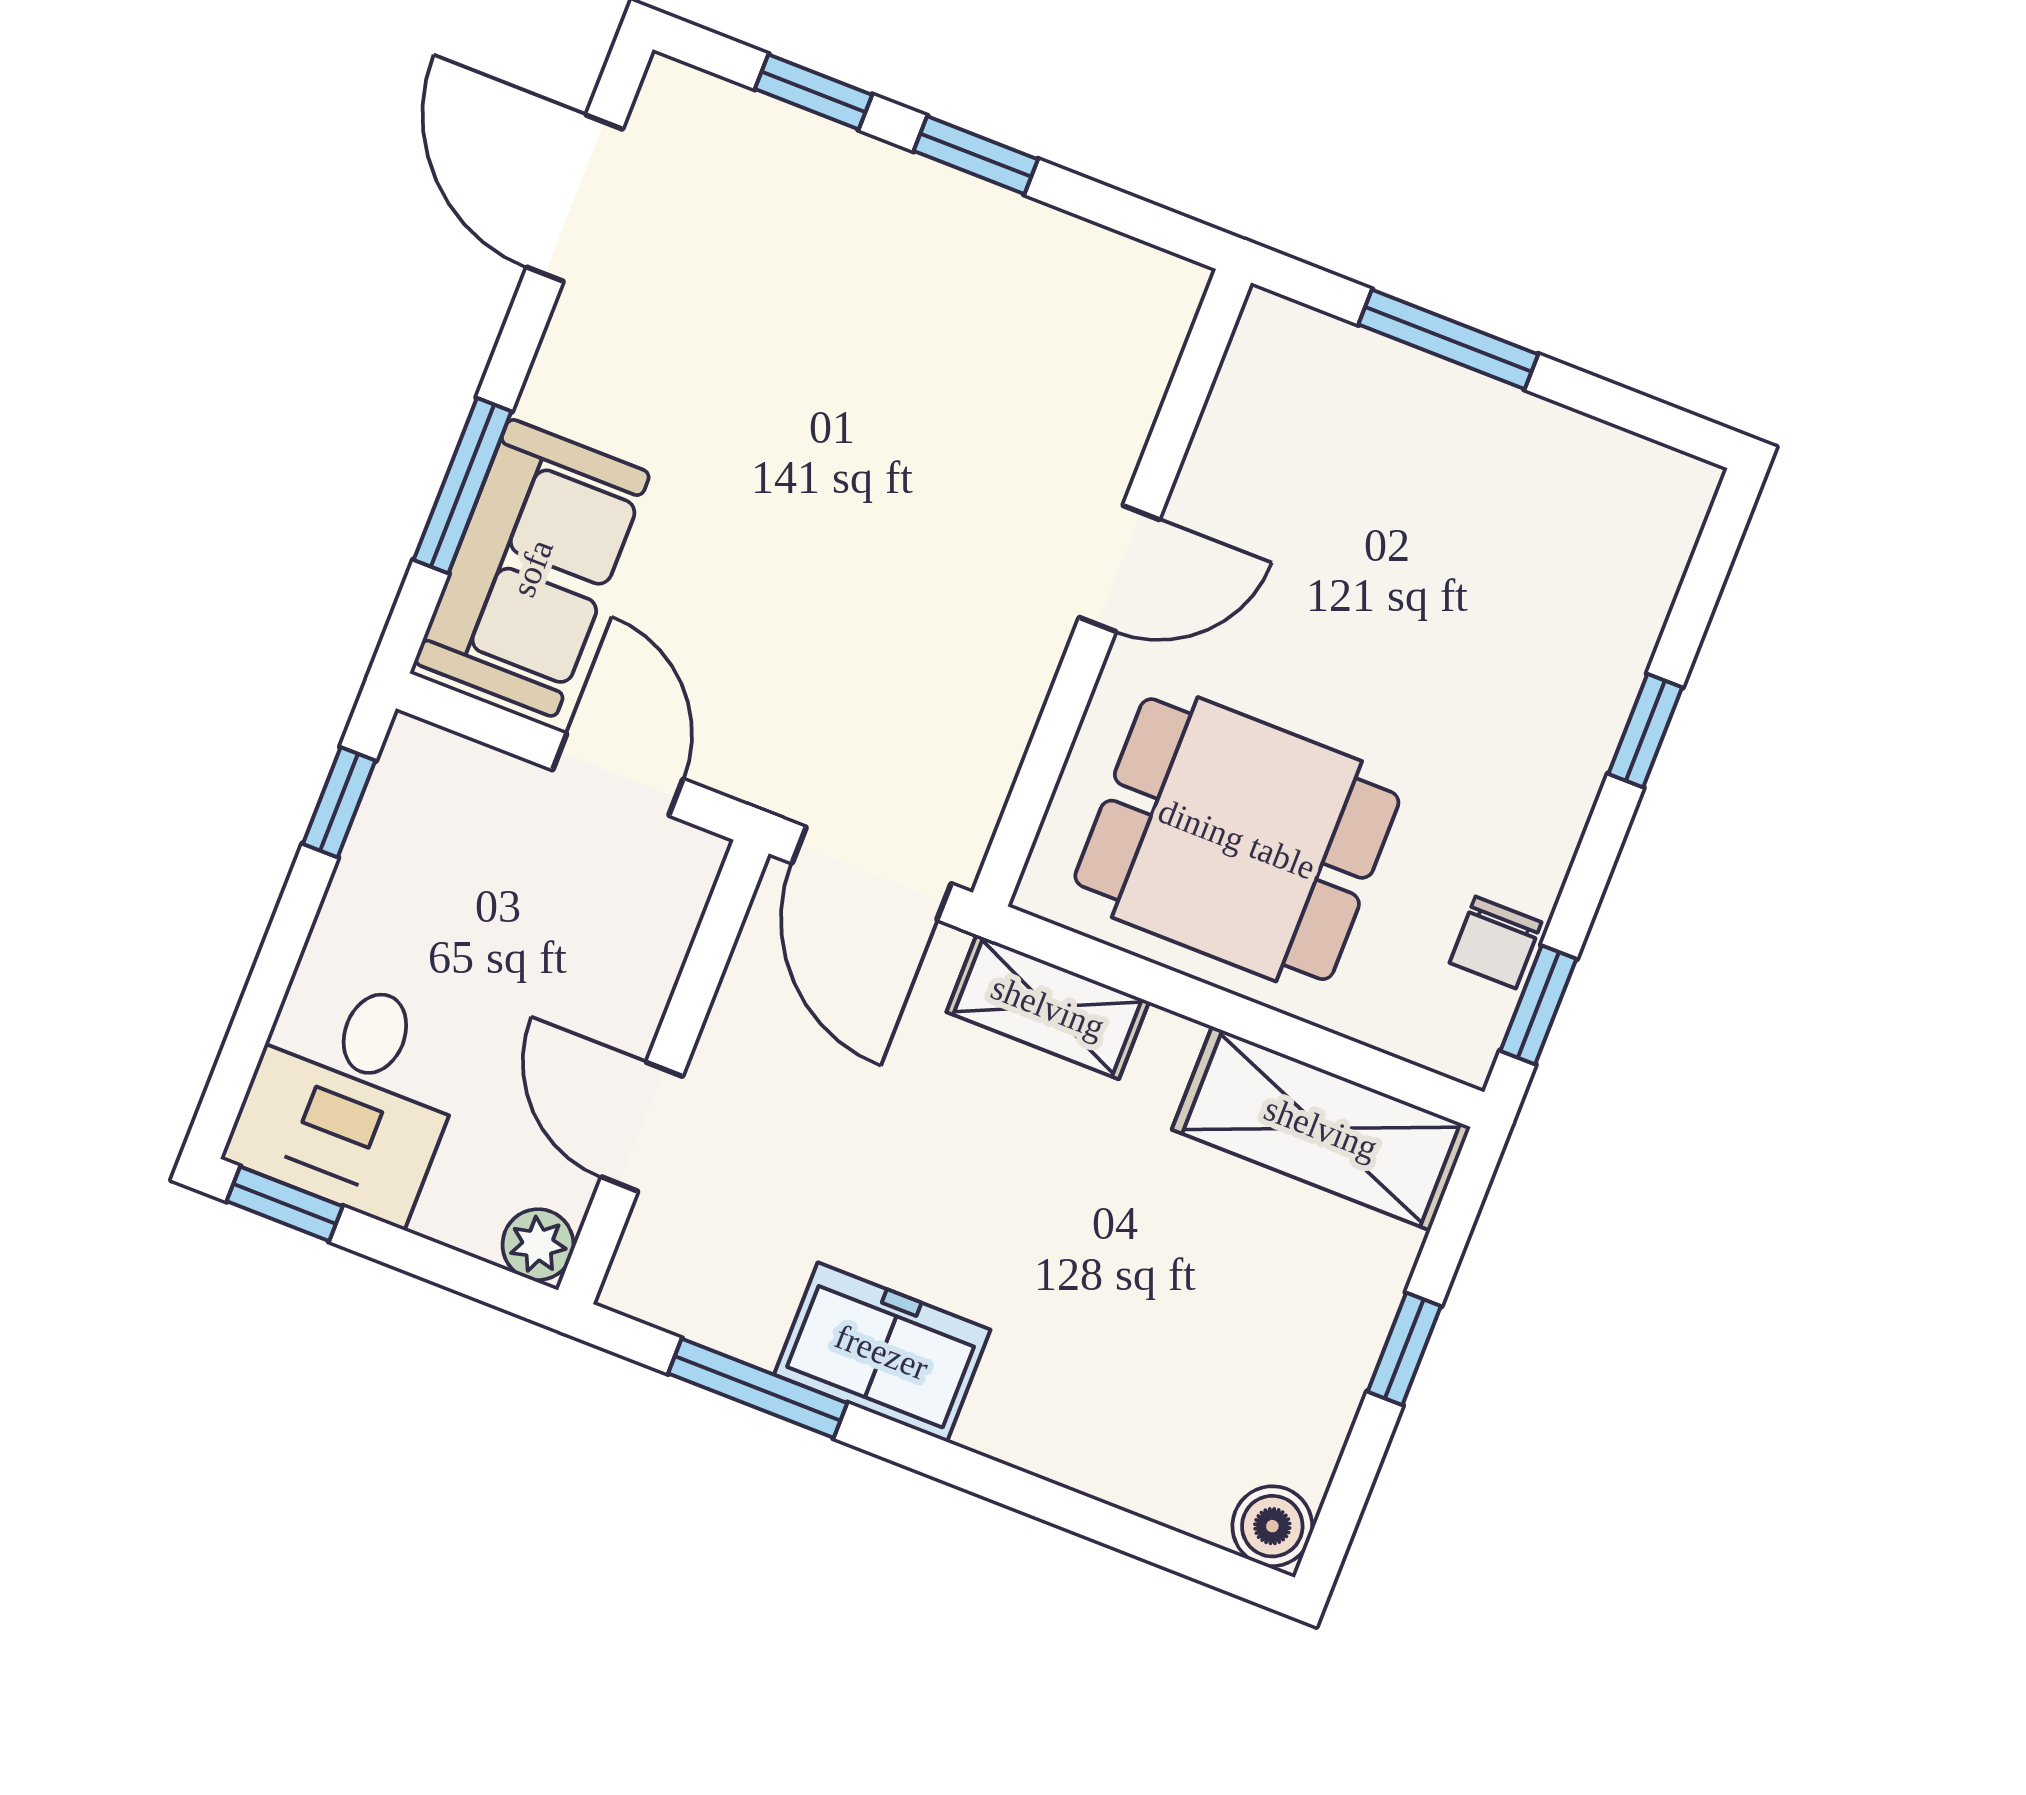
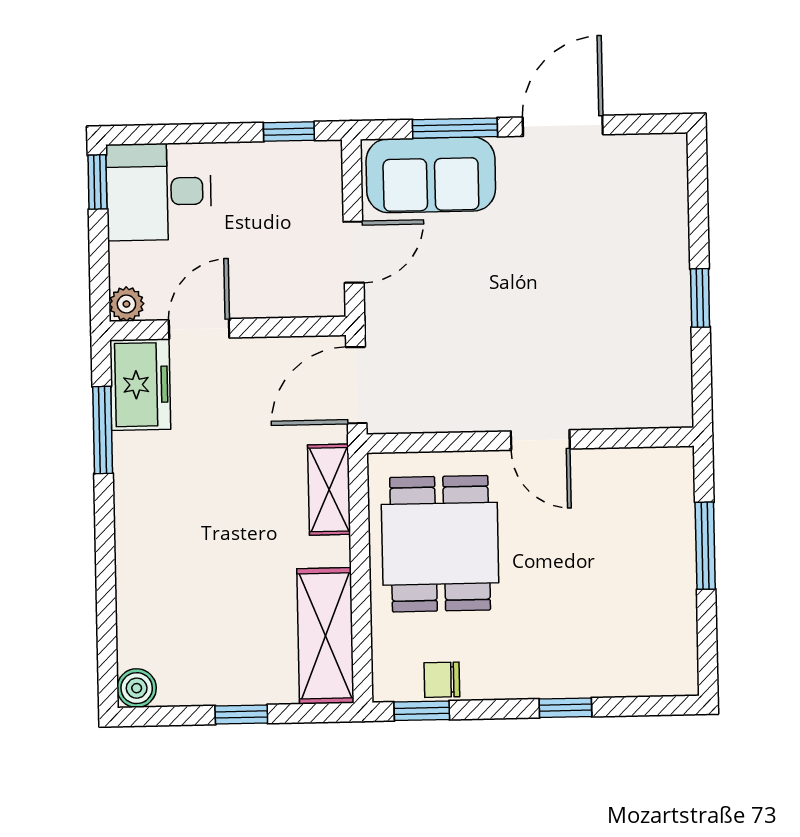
window: (814, 92) -> (698, 213), removed
door: (575, 198) -> (563, 126), moved
freezer: (882, 1352) -> (140, 385), moved

